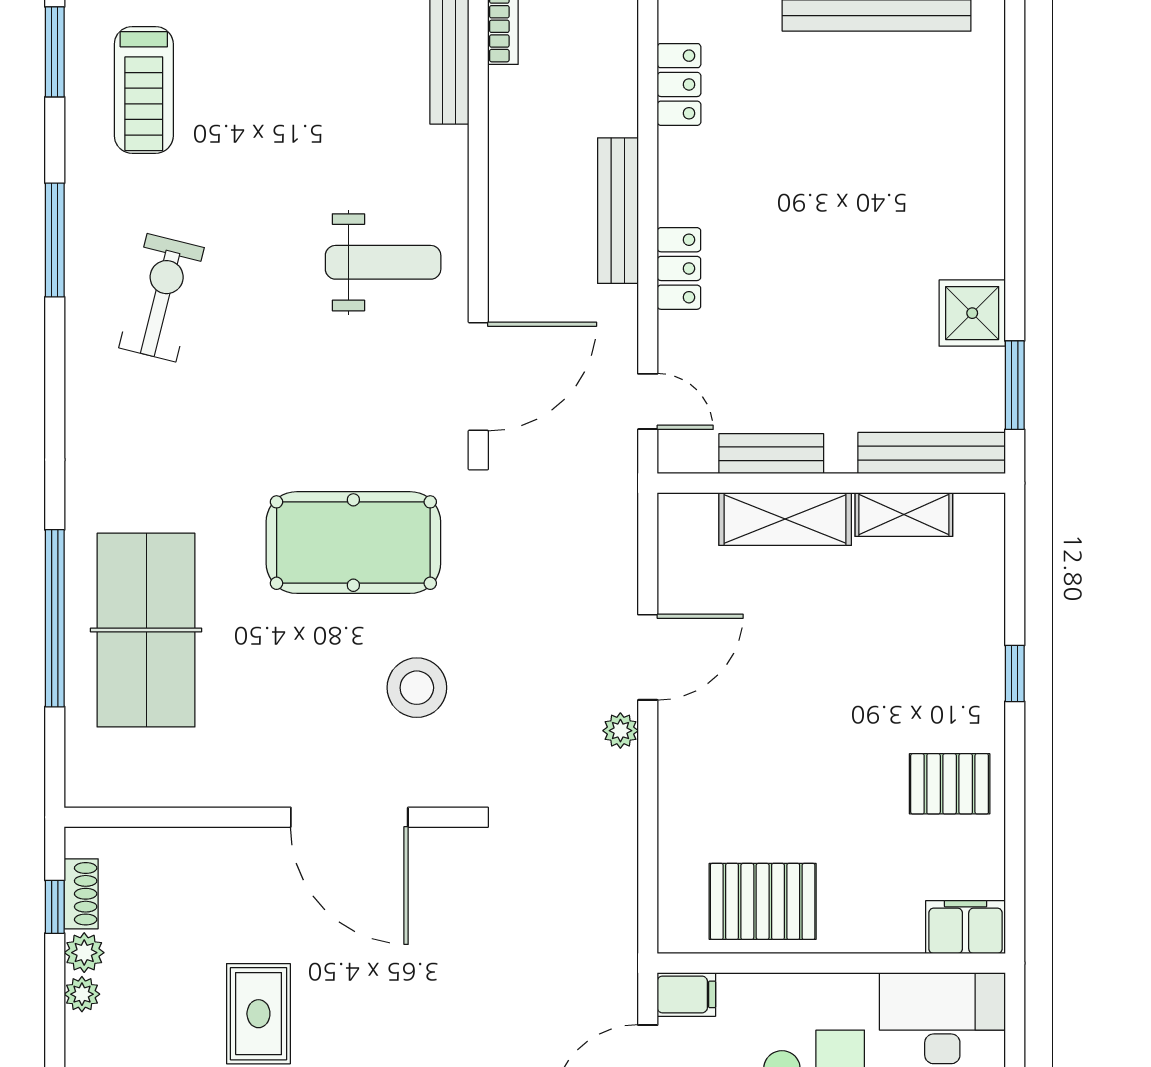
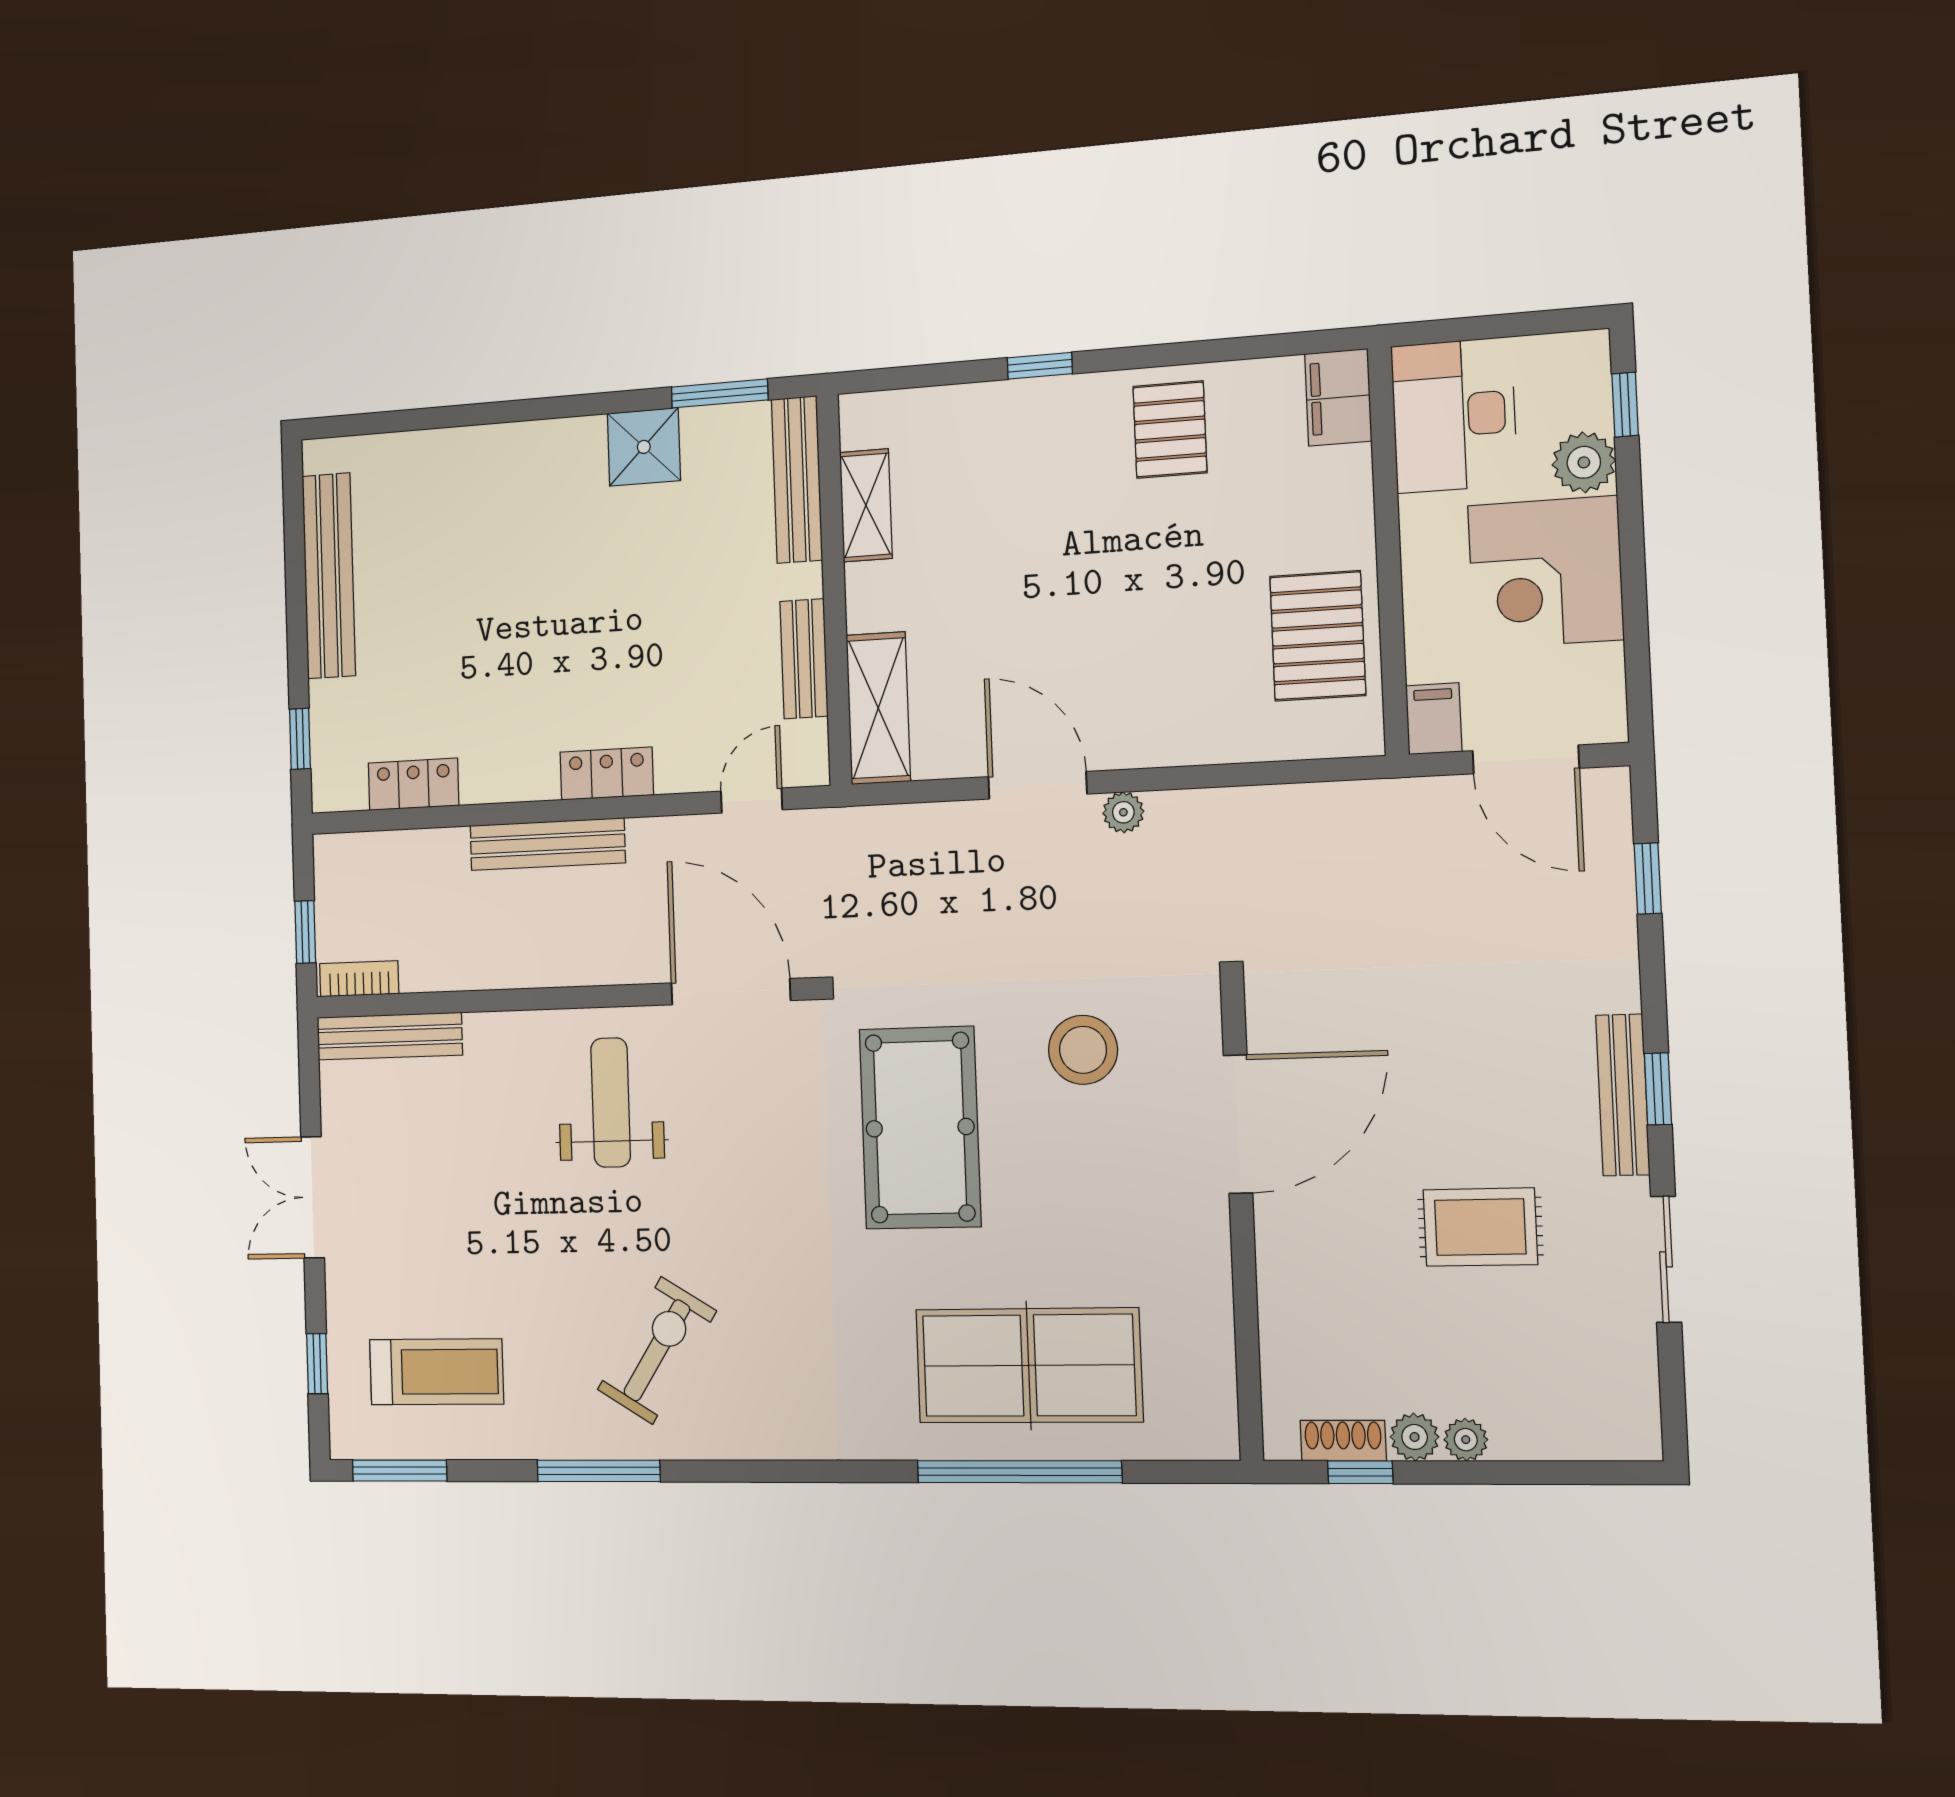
exercise bike: (162, 298) -> (657, 1350), turned 108
shelving: (785, 519) -> (878, 708), moved

